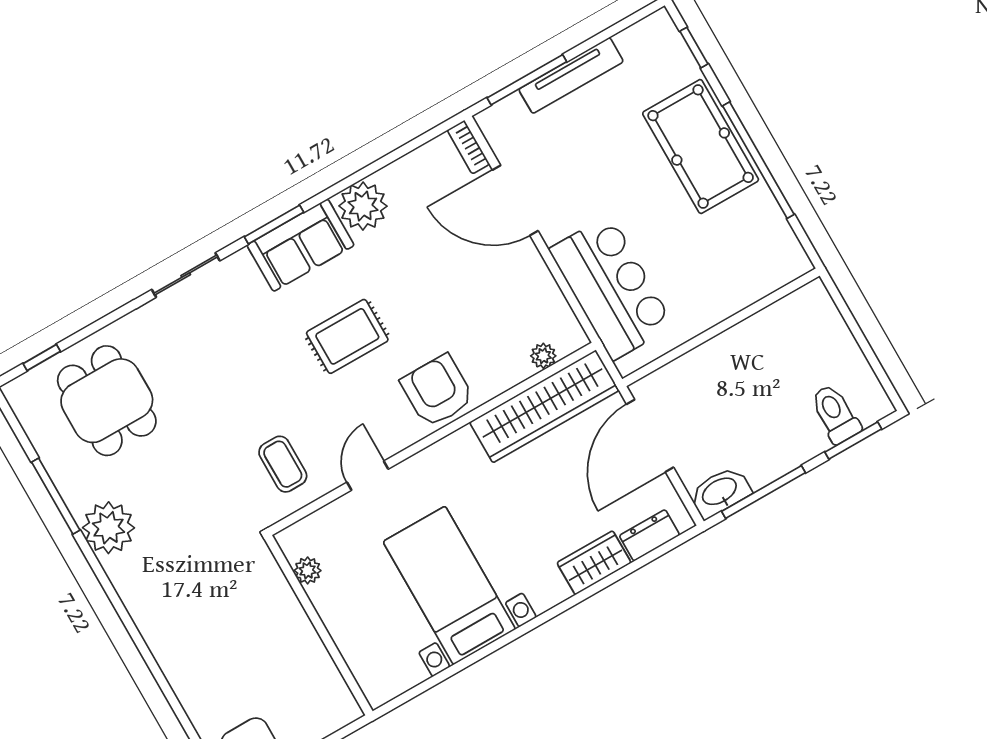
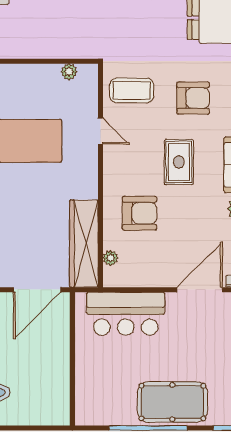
armchair: (243, 369) -> (193, 98), added
armchair: (437, 391) -> (140, 213), moved
door: (650, 436) -> (37, 290), swing flipped
coffee table: (283, 464) -> (132, 90), width x1.36, depth x1.30

